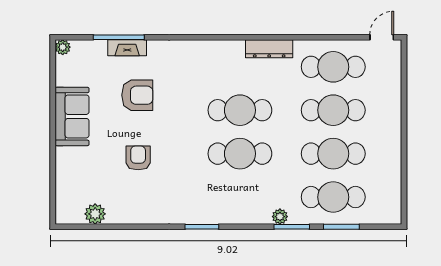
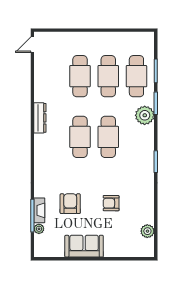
door: (382, 37) -> (32, 45), hinge flipped
plant: (63, 47) -> (39, 229), moved
cafe table: (333, 67) -> (52, 76), removed
plant: (280, 217) -> (145, 115), width x1.87, depth x1.87

